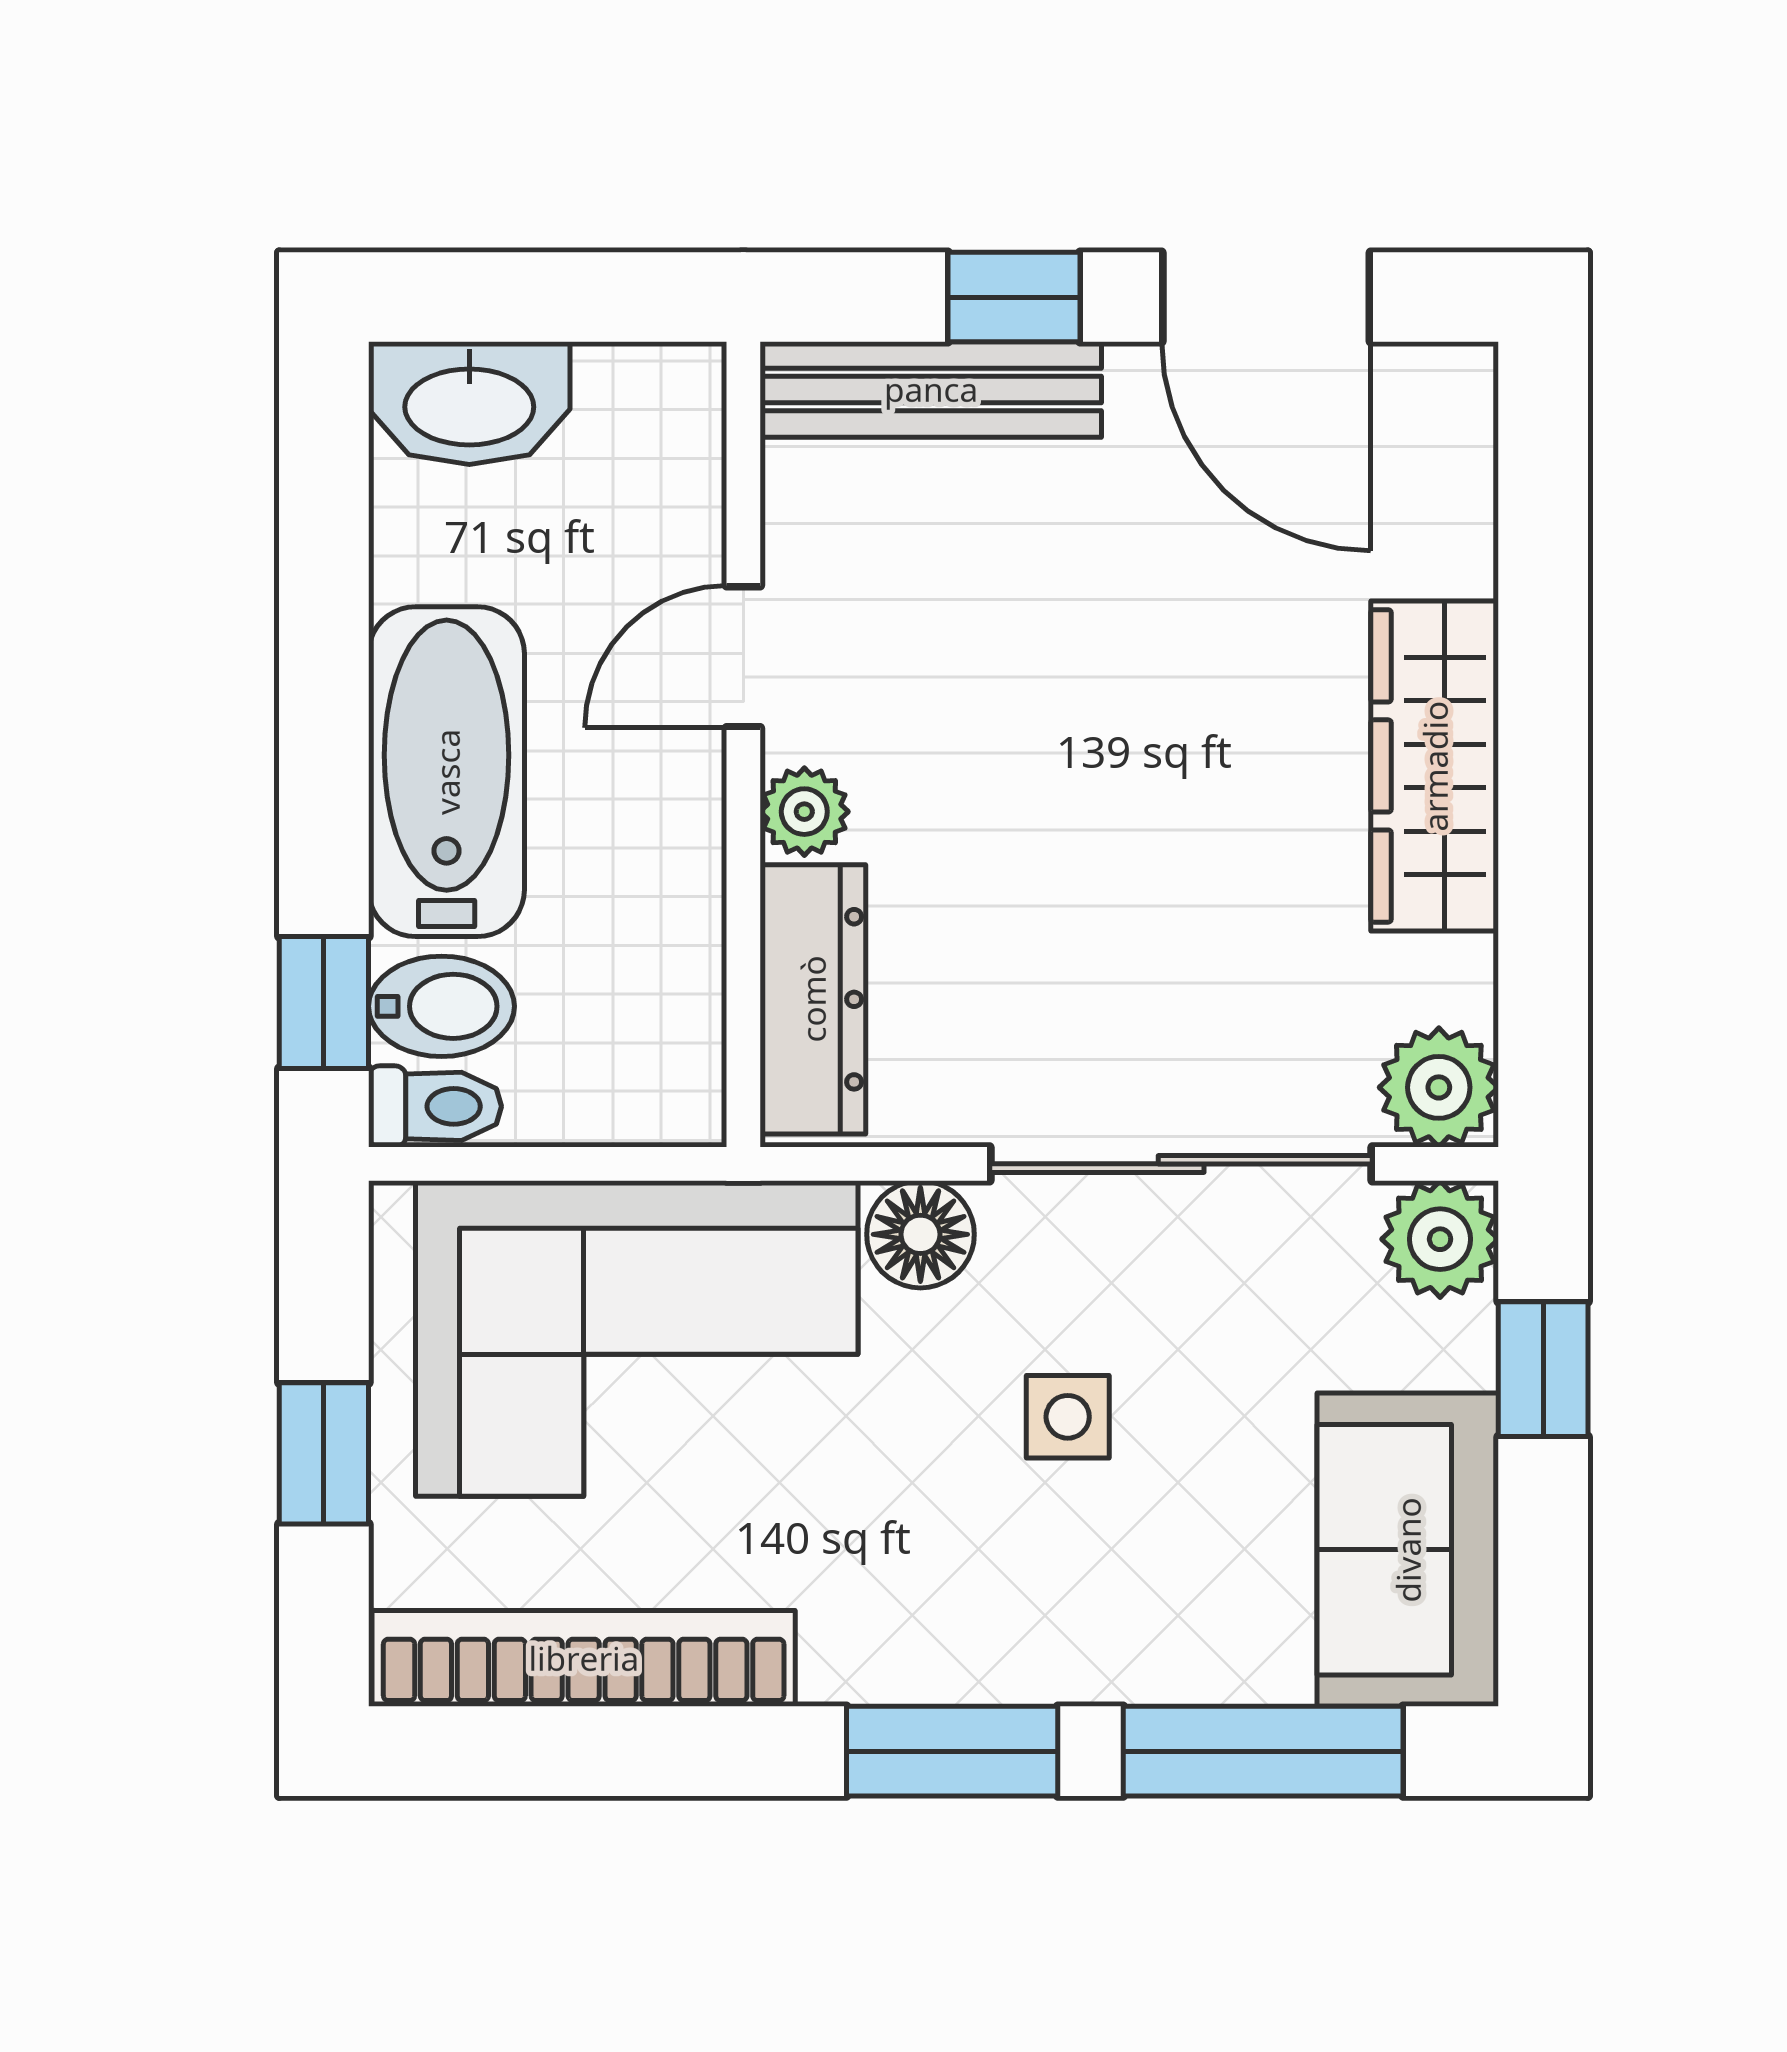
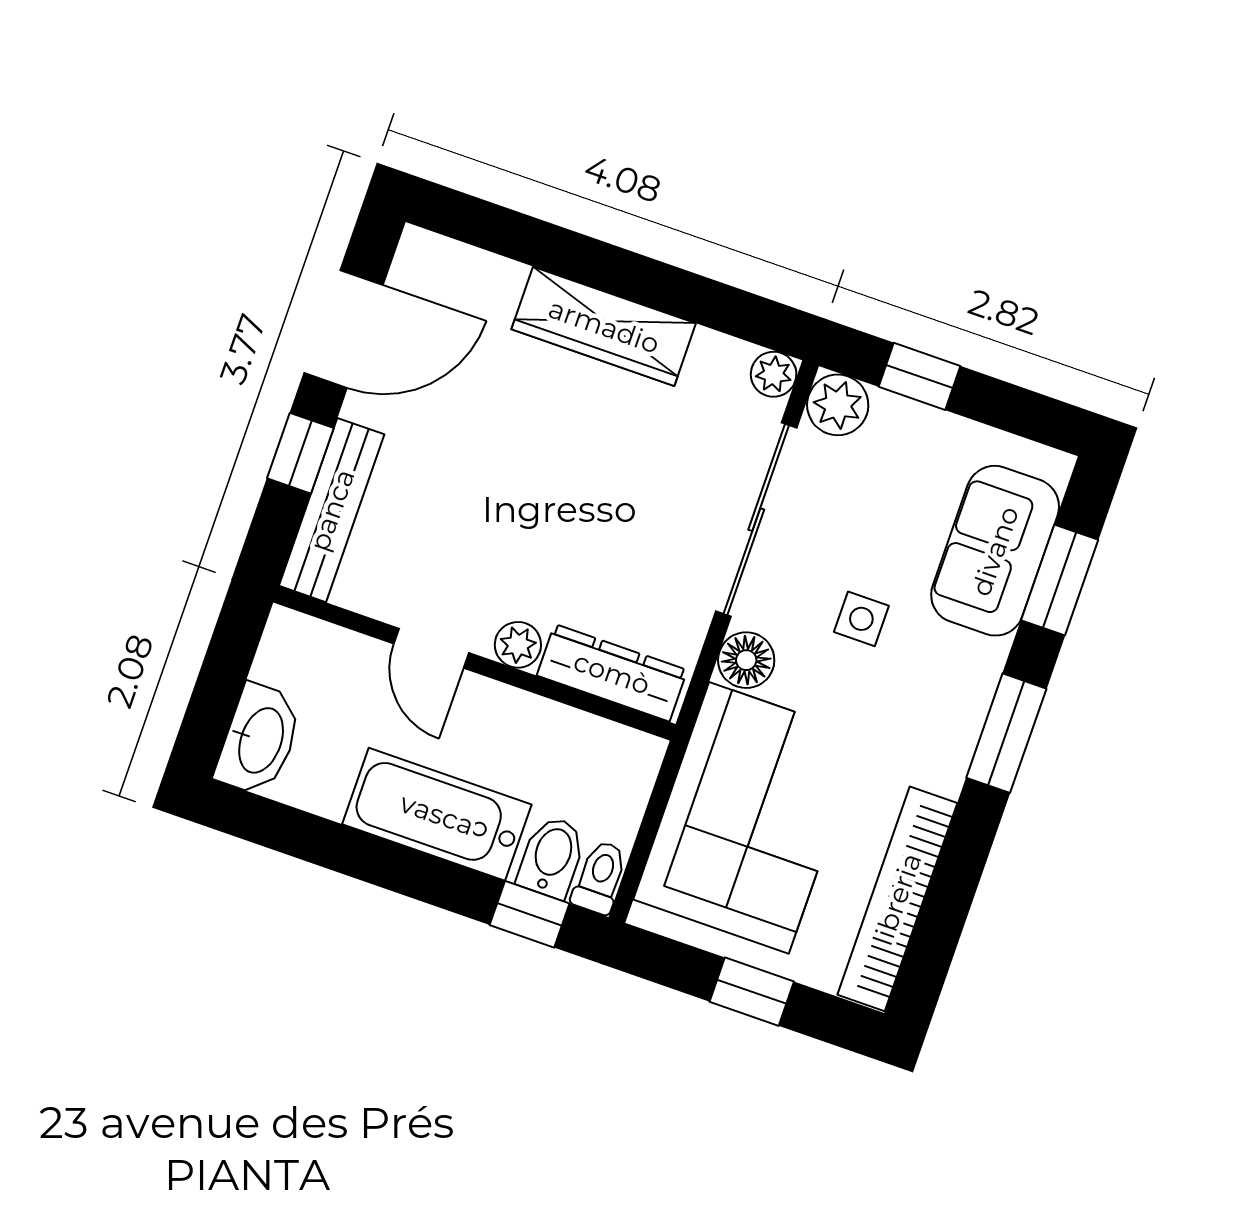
plant: (1439, 1087) -> (774, 374), width x0.73, depth x0.73
sofa: (1408, 1550) -> (995, 551), moved, turned 90
window: (1263, 1751) -> (1060, 580), width x0.69

